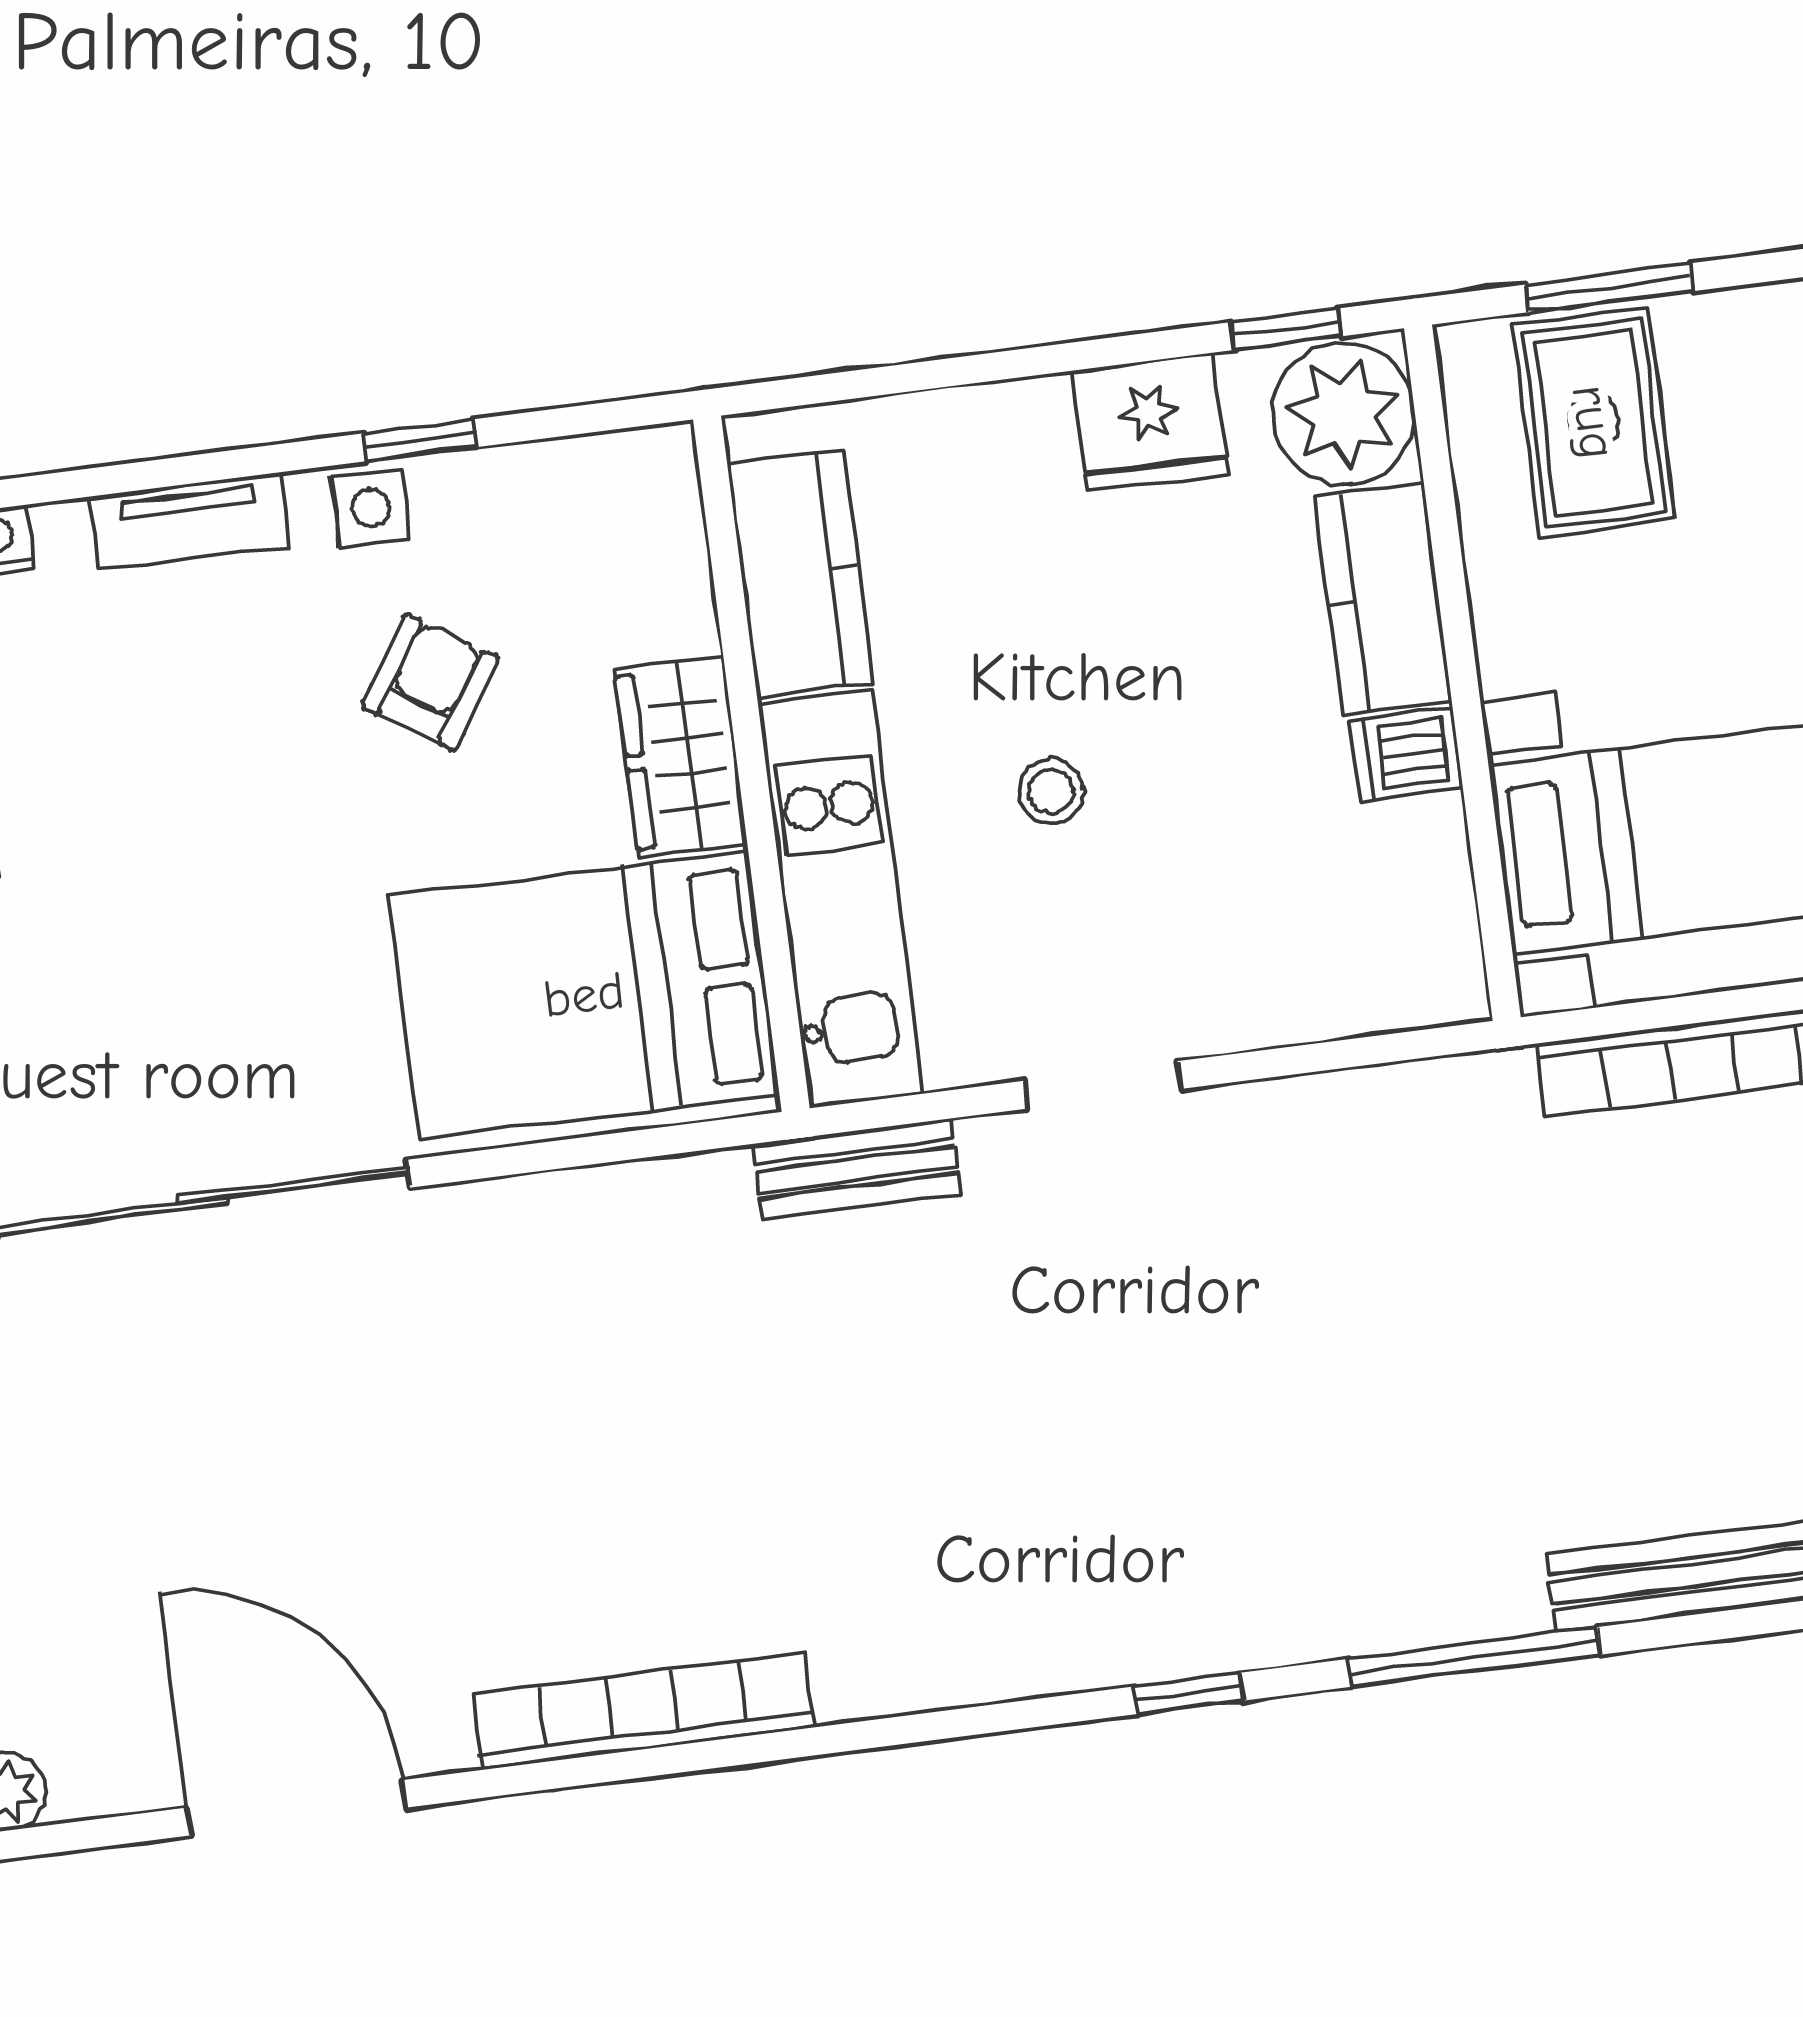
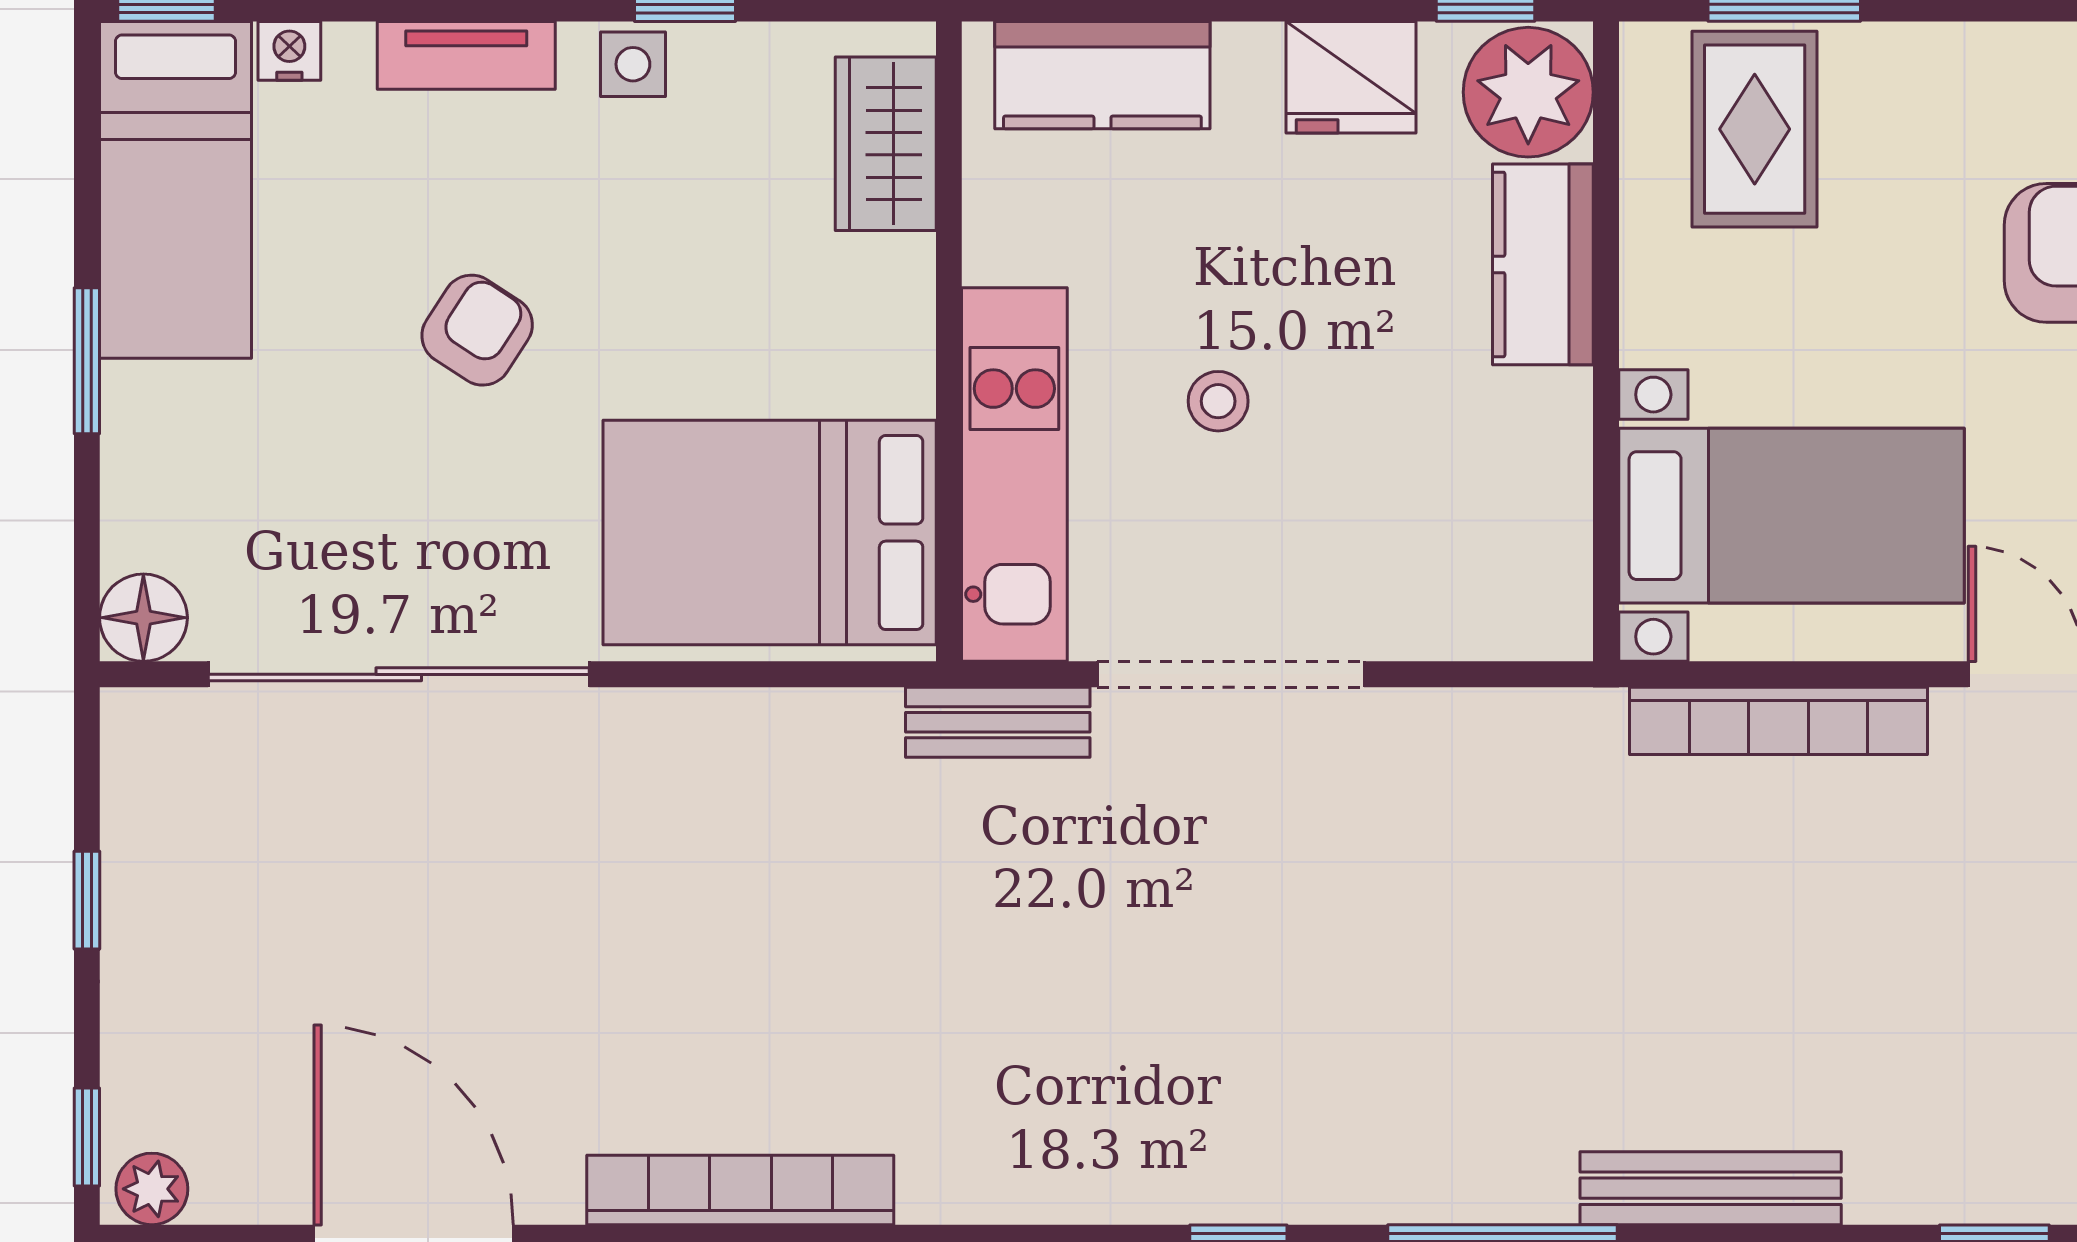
kitchen counter: (800, 573) -> (1102, 75), moved, turned 90
armchair: (430, 682) -> (477, 330), moved
dishwasher: (1406, 754) -> (1545, 409), removed
wardrobe: (681, 756) -> (886, 144), moved
doorway: (1102, 1085) -> (1231, 674), width x1.87

